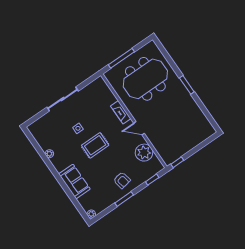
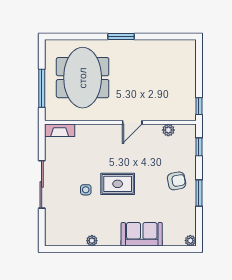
fireplace: (121, 112) -> (60, 130), moved
rug: (95, 145) -> (118, 184), turned 90
plant: (144, 153) -> (168, 130), width x0.53, depth x0.53

